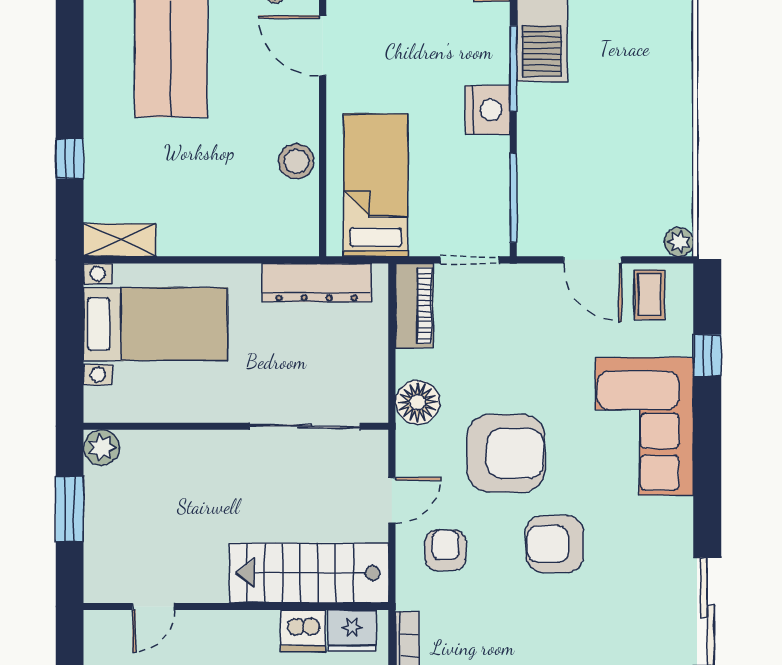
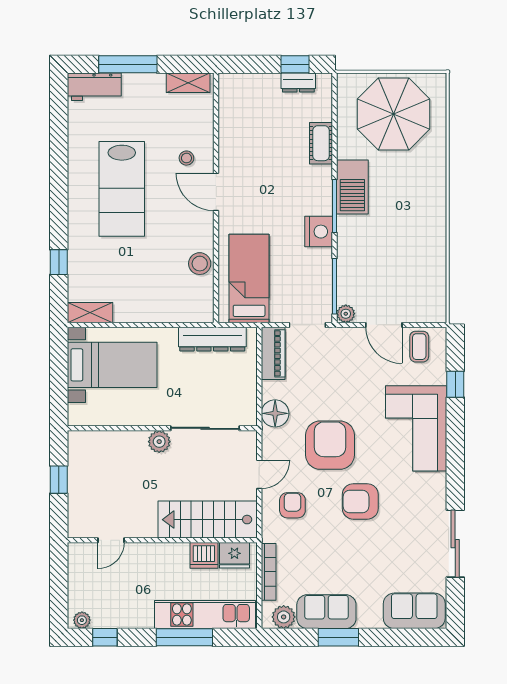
plant: (679, 242) -> (346, 314), moved
plant: (101, 448) -> (159, 442), moved
armchair: (506, 453) -> (330, 445), turned -90
window: (70, 509) -> (59, 480), width x0.67

